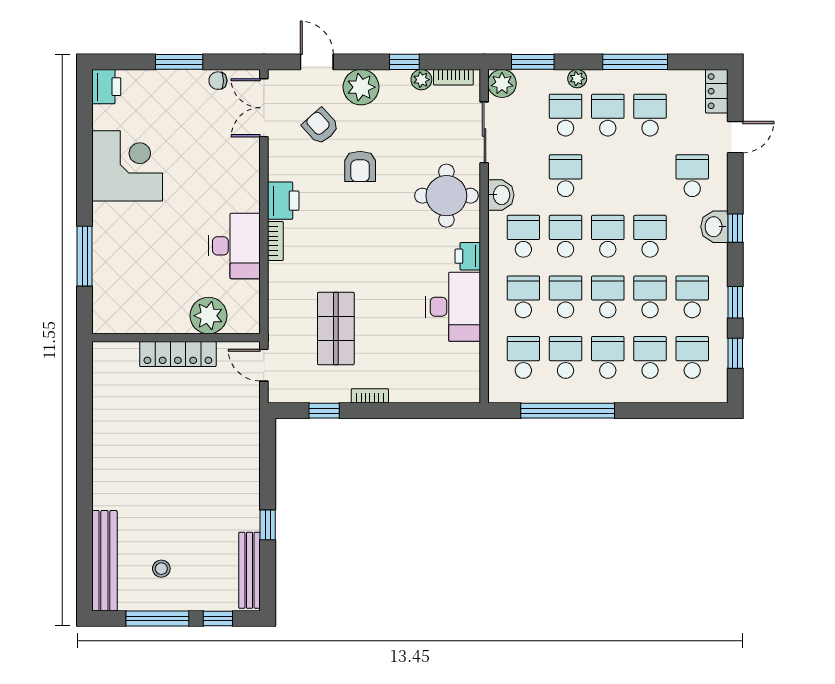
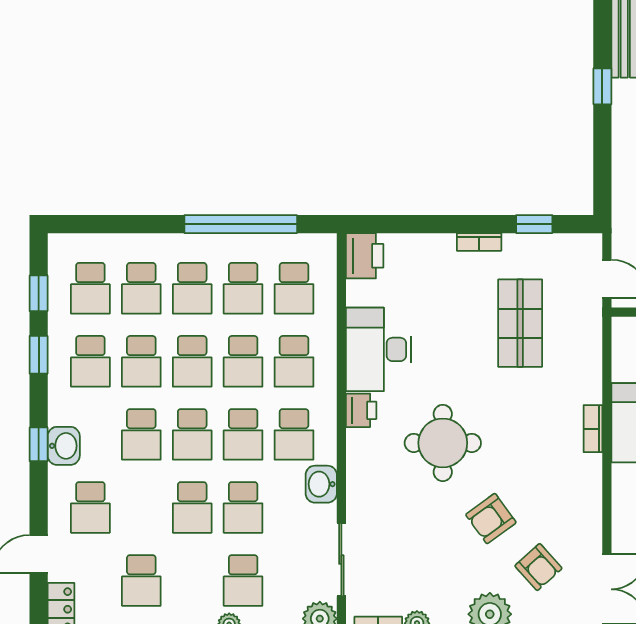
school desk: (608, 115) -> (192, 507), moved
armchair: (360, 166) -> (491, 519), turned -126
round table: (446, 196) -> (443, 443), moved
printer: (283, 201) -> (365, 256), moved, turned 180

